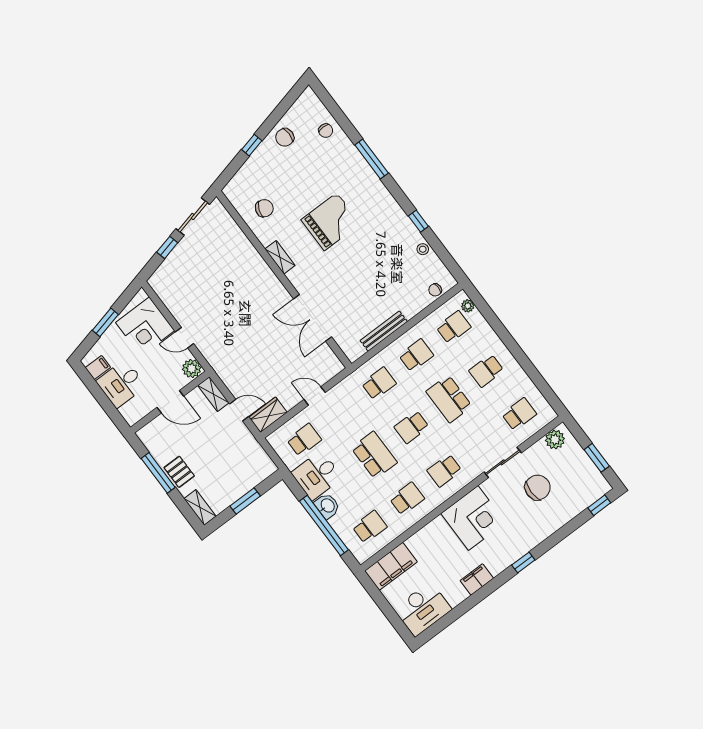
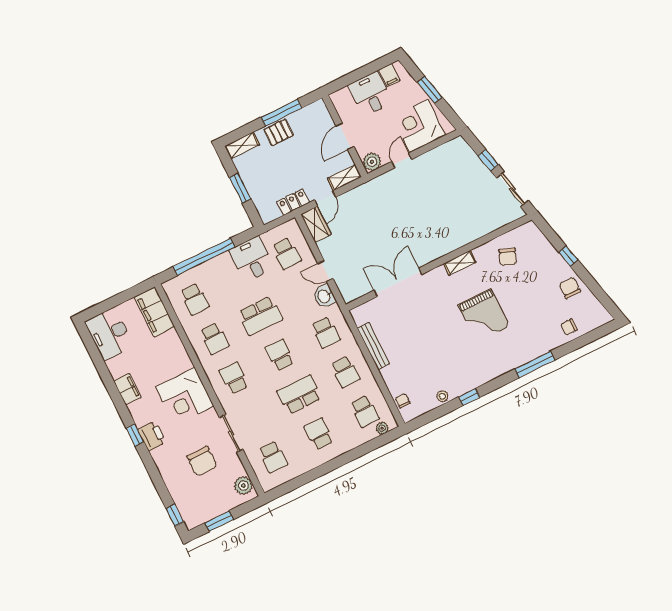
door: (315, 396) -> (325, 271), swing flipped
locker: (249, 443) -> (293, 202), added
washbasin: (327, 506) -> (324, 296), moved, turned 90
printer: (521, 545) -> (152, 436), added

